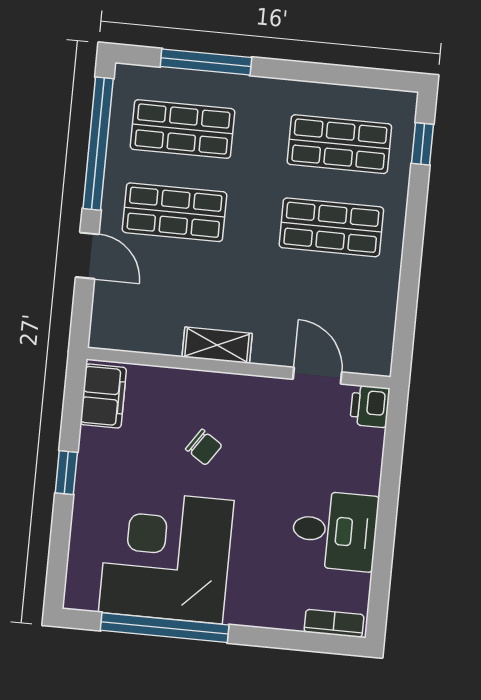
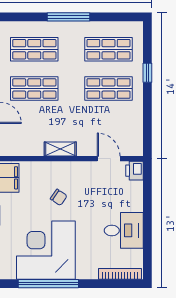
window: (206, 62) -> (69, 17), moved
window: (422, 144) -> (147, 73), moved
bookcase: (334, 623) -> (120, 274), width x1.56

